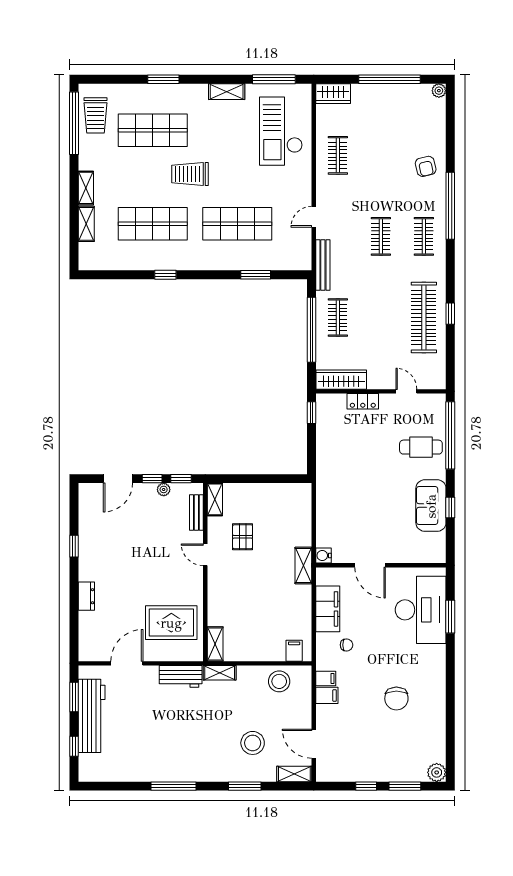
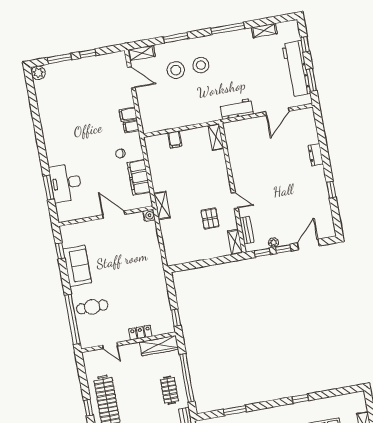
window: (450, 507) -> (60, 251), moved
desk: (421, 610) -> (66, 183), width x0.73, depth x0.77
rug: (171, 623) -> (251, 147), removed
filing cabinet: (294, 651) -> (175, 139), moved
shelving: (220, 673) -> (264, 31), moved
stool: (279, 681) -> (201, 65), moved
chair: (396, 699) -> (77, 121), removed

